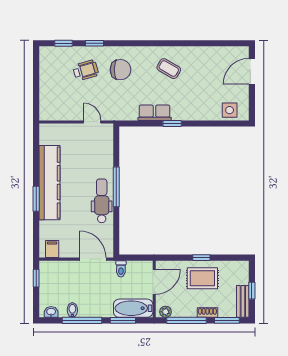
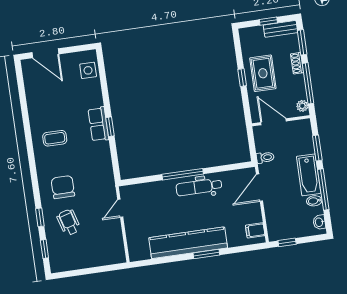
coffee table: (169, 69) -> (55, 138), turned 60
row of seats: (155, 113) -> (98, 124), moved
bathtub: (133, 308) -> (309, 175), moved

